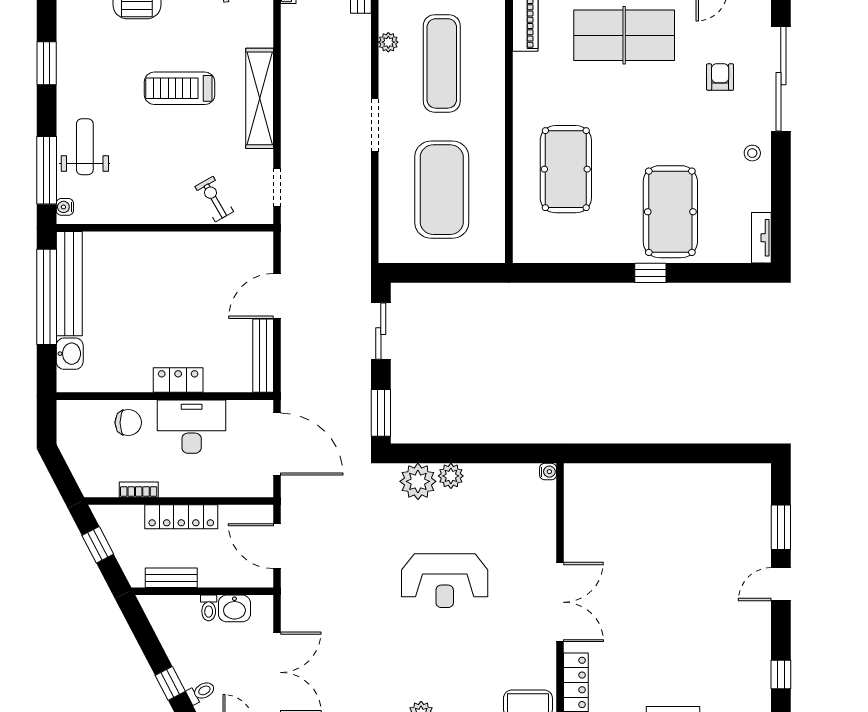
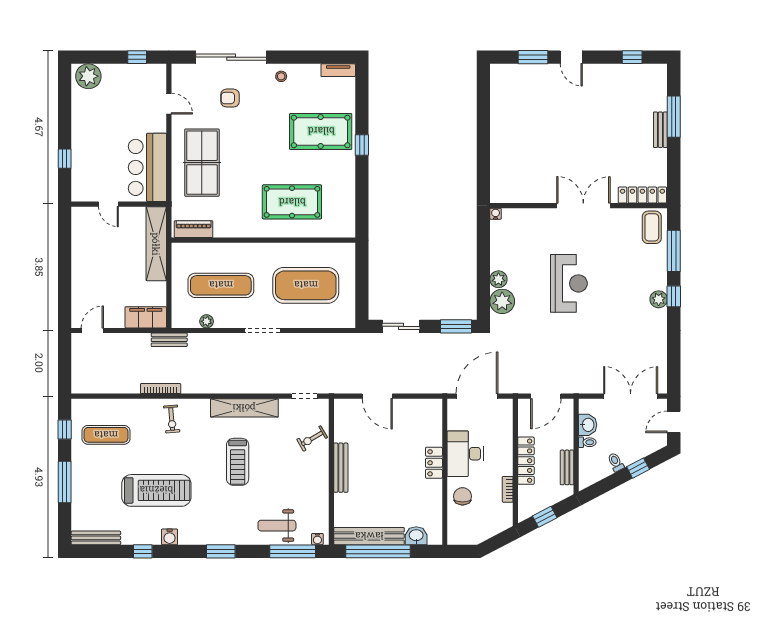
bench: (263, 356) -> (341, 468), moved, turned 90
toilet: (201, 692) -> (616, 462), moved

